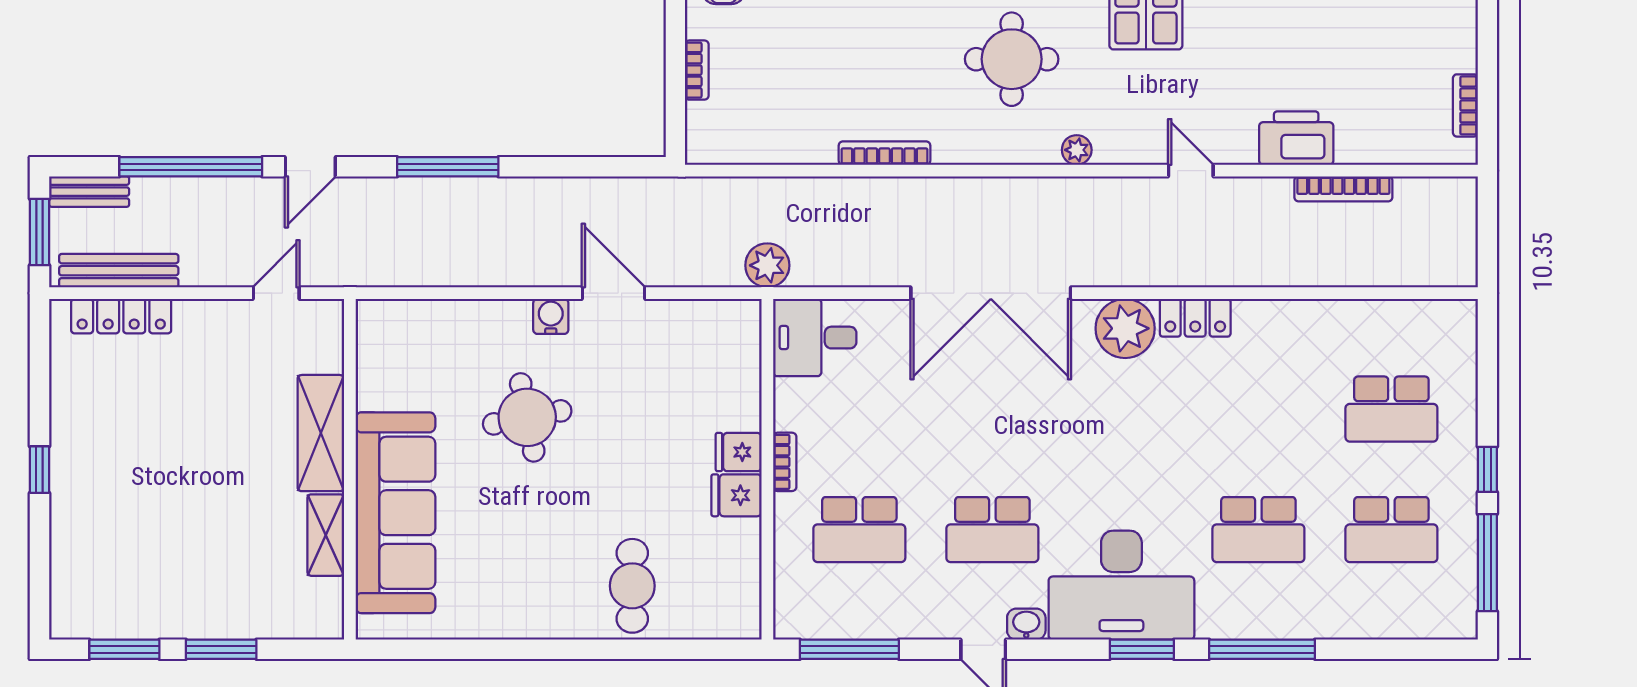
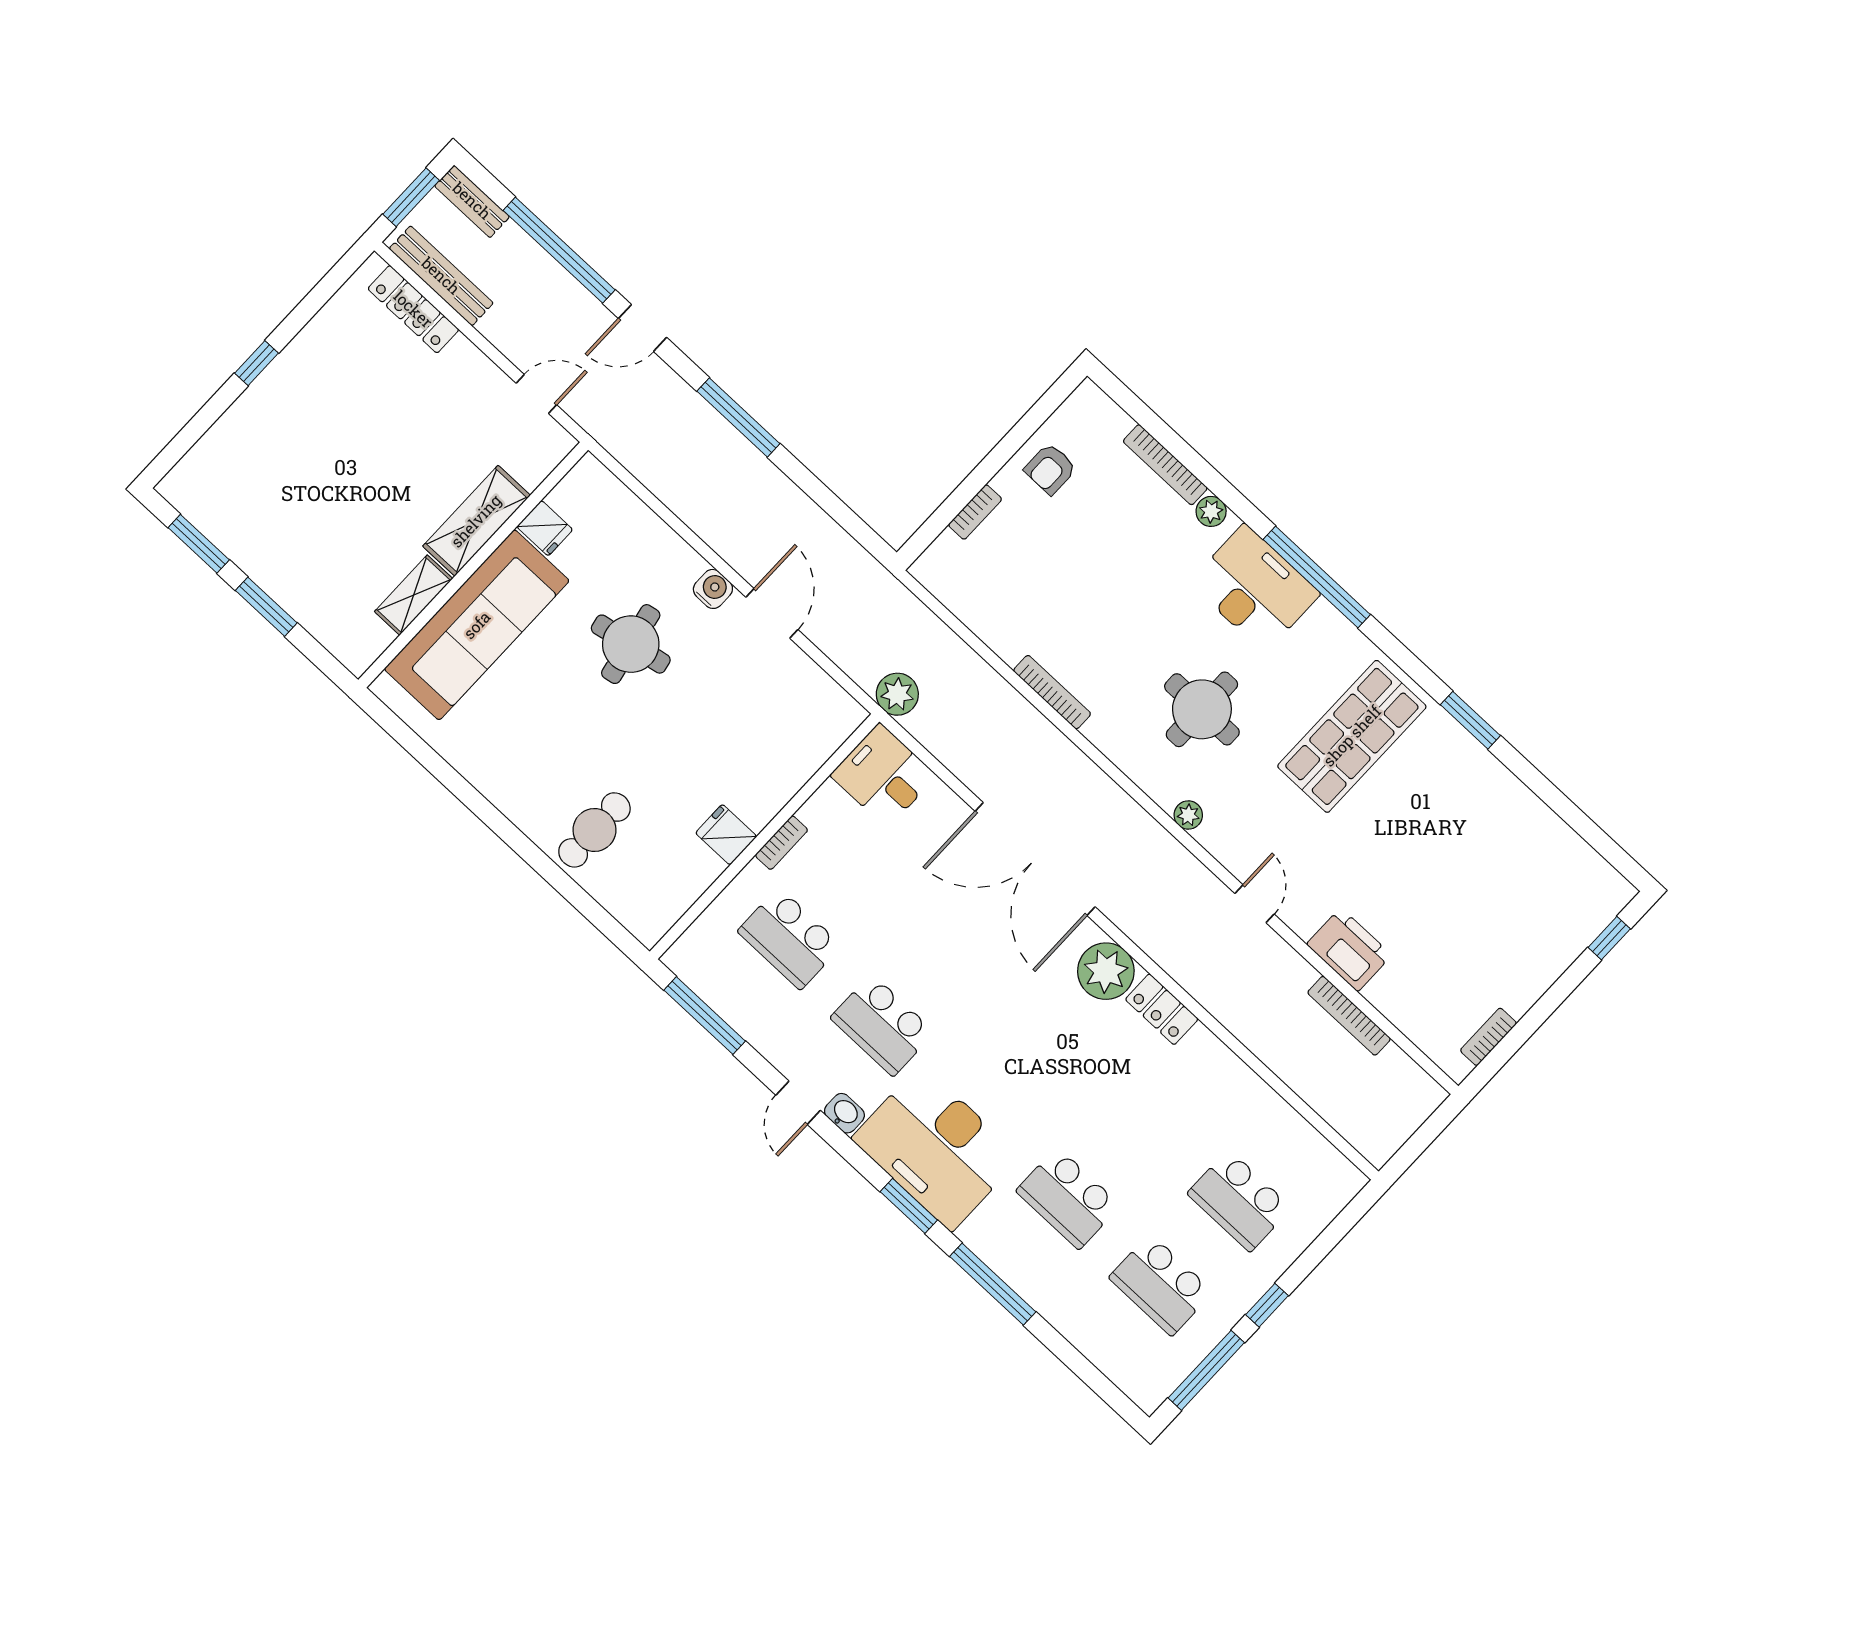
fridge: (739, 452) -> (545, 528), moved, turned 180

